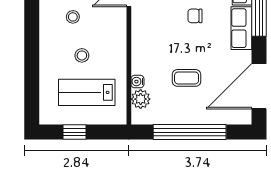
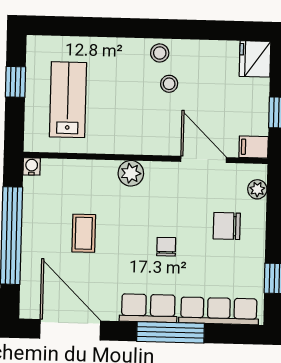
stool: (82, 55) -> (160, 53), moved
water cooler: (137, 82) -> (32, 166), moved
plant: (141, 99) -> (131, 173), moved

